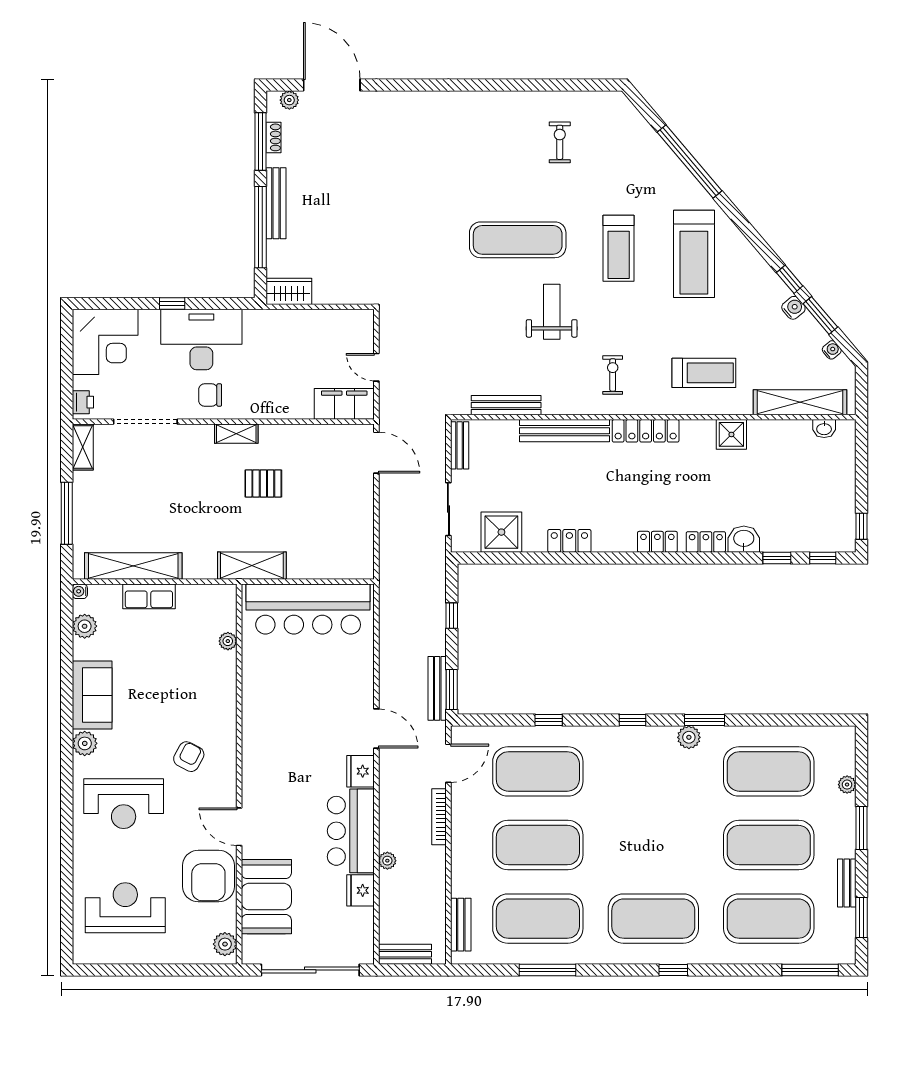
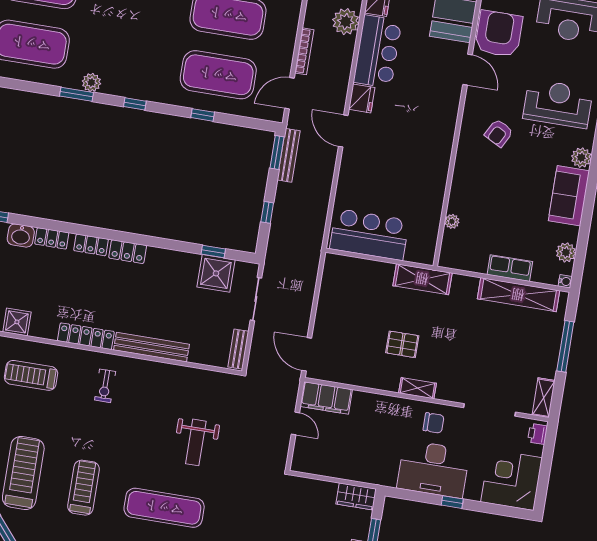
weight bench: (552, 312) -> (196, 442), moved
bench: (506, 405) -> (195, 375), removed
locker: (569, 541) -> (128, 252), moved
window: (509, 558) -> (213, 251), added
bar counter: (308, 609) -> (369, 235), width x0.73
plant: (387, 861) -> (346, 22), width x1.88, depth x1.88

